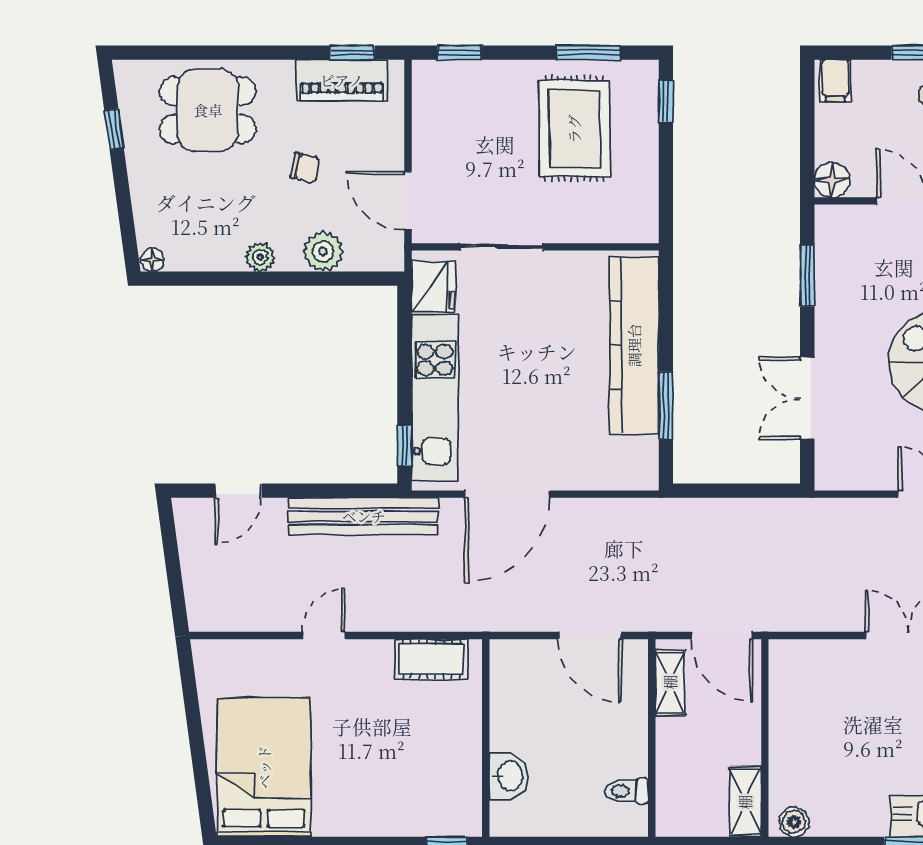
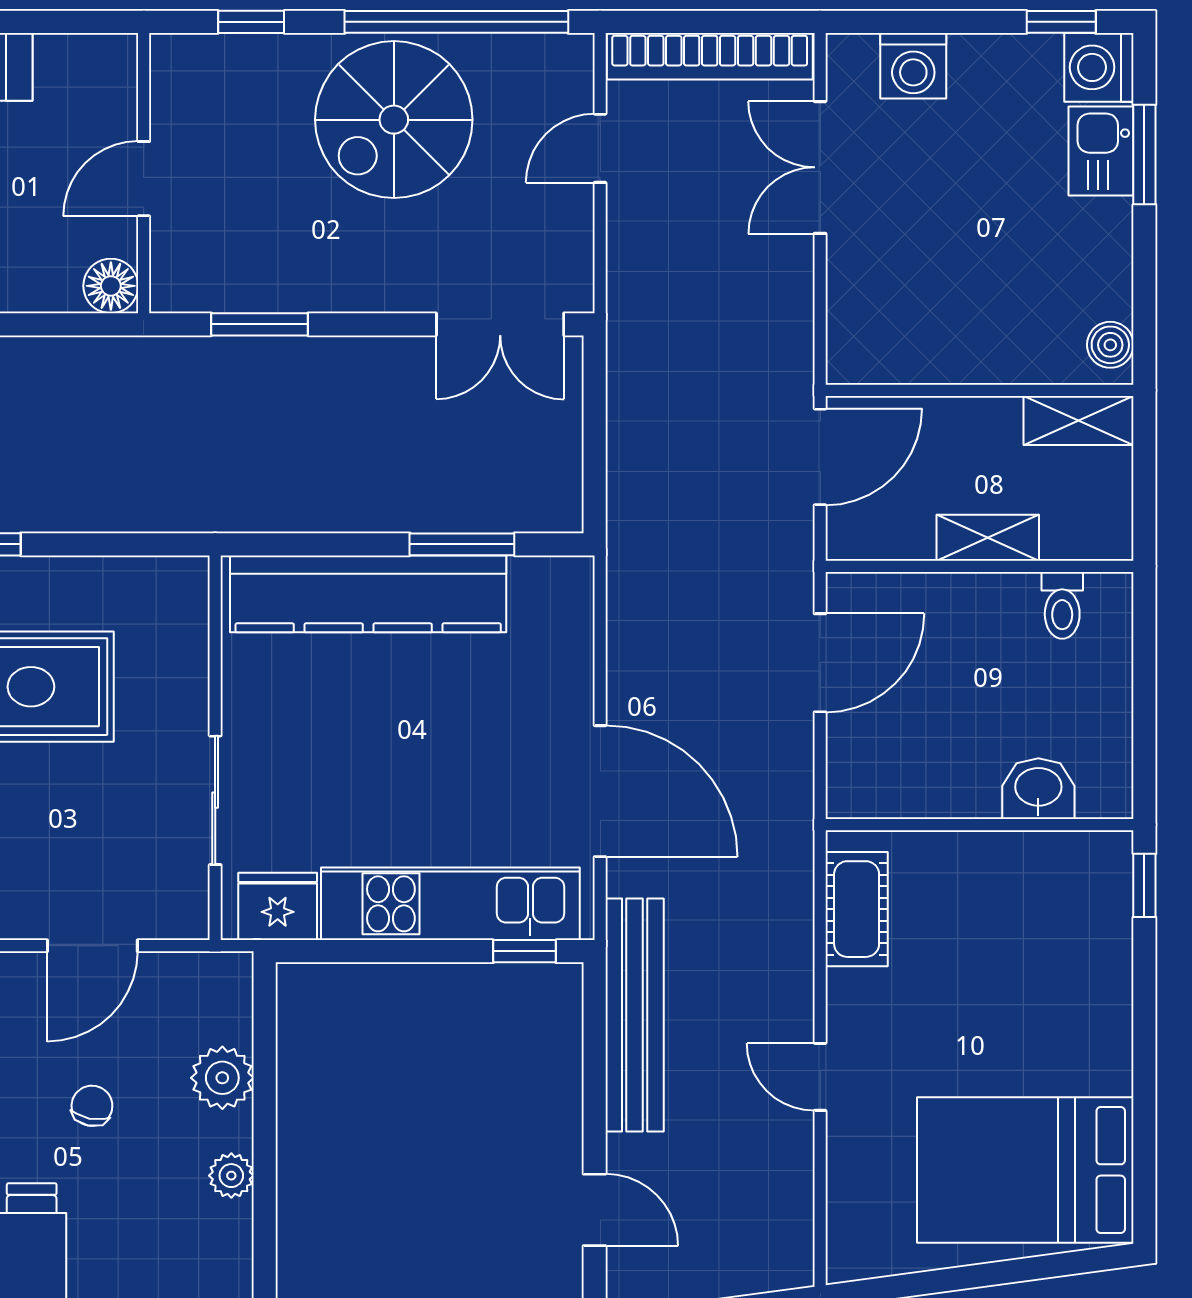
door: (408, 200) -> (92, 946), moved
double door: (807, 398) -> (500, 324), moved
shelving: (670, 682) -> (988, 538), moved

